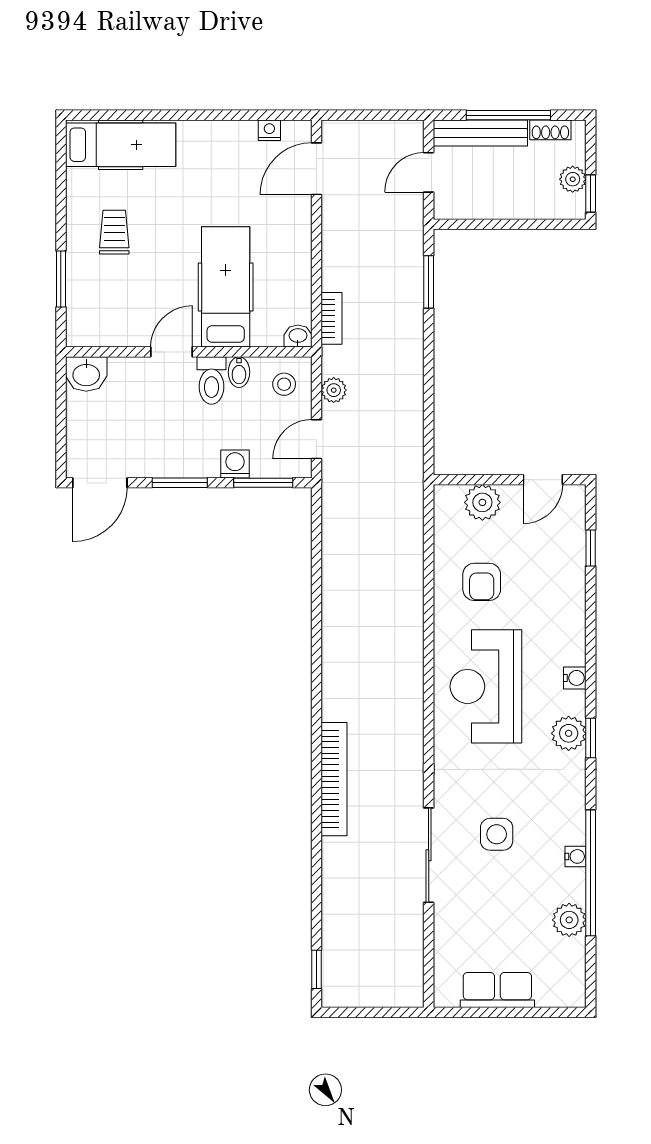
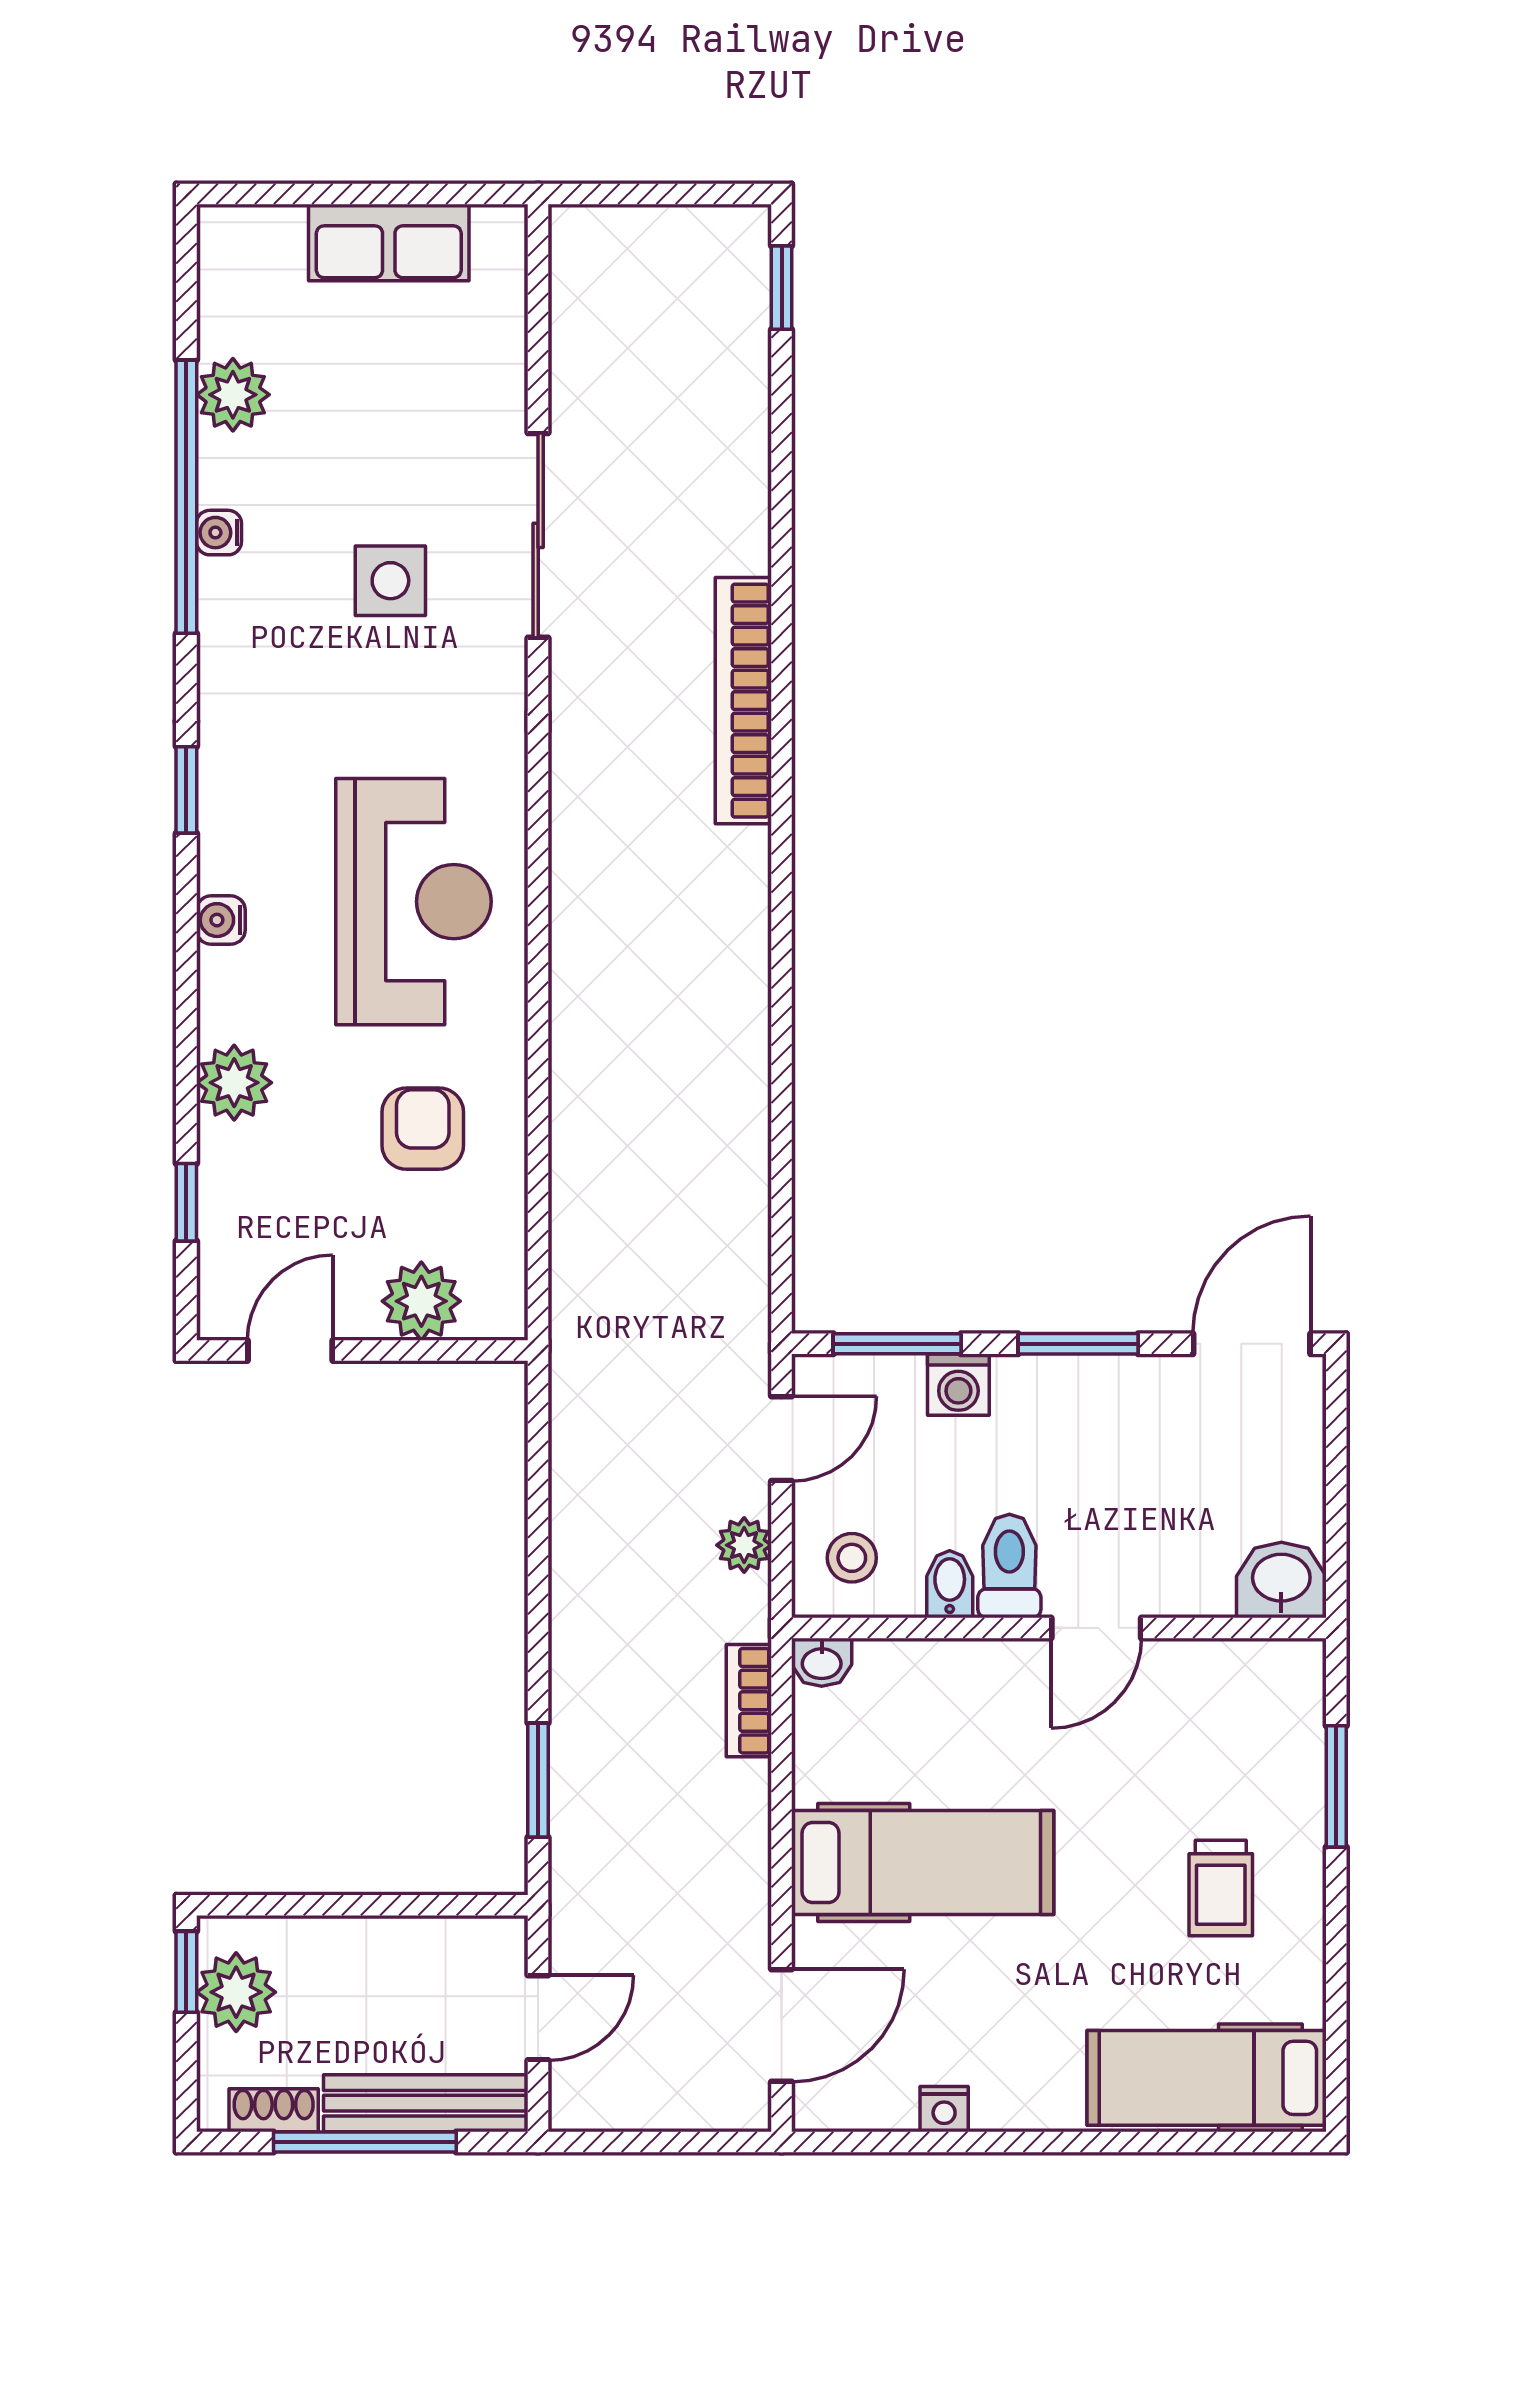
nightstand: (269, 130) -> (944, 2109), moved
plant: (573, 179) -> (236, 1992), width x1.38, depth x1.38
hospital bed: (226, 287) -> (923, 1862), moved, turned -90
plant: (569, 733) -> (234, 1083), moved

